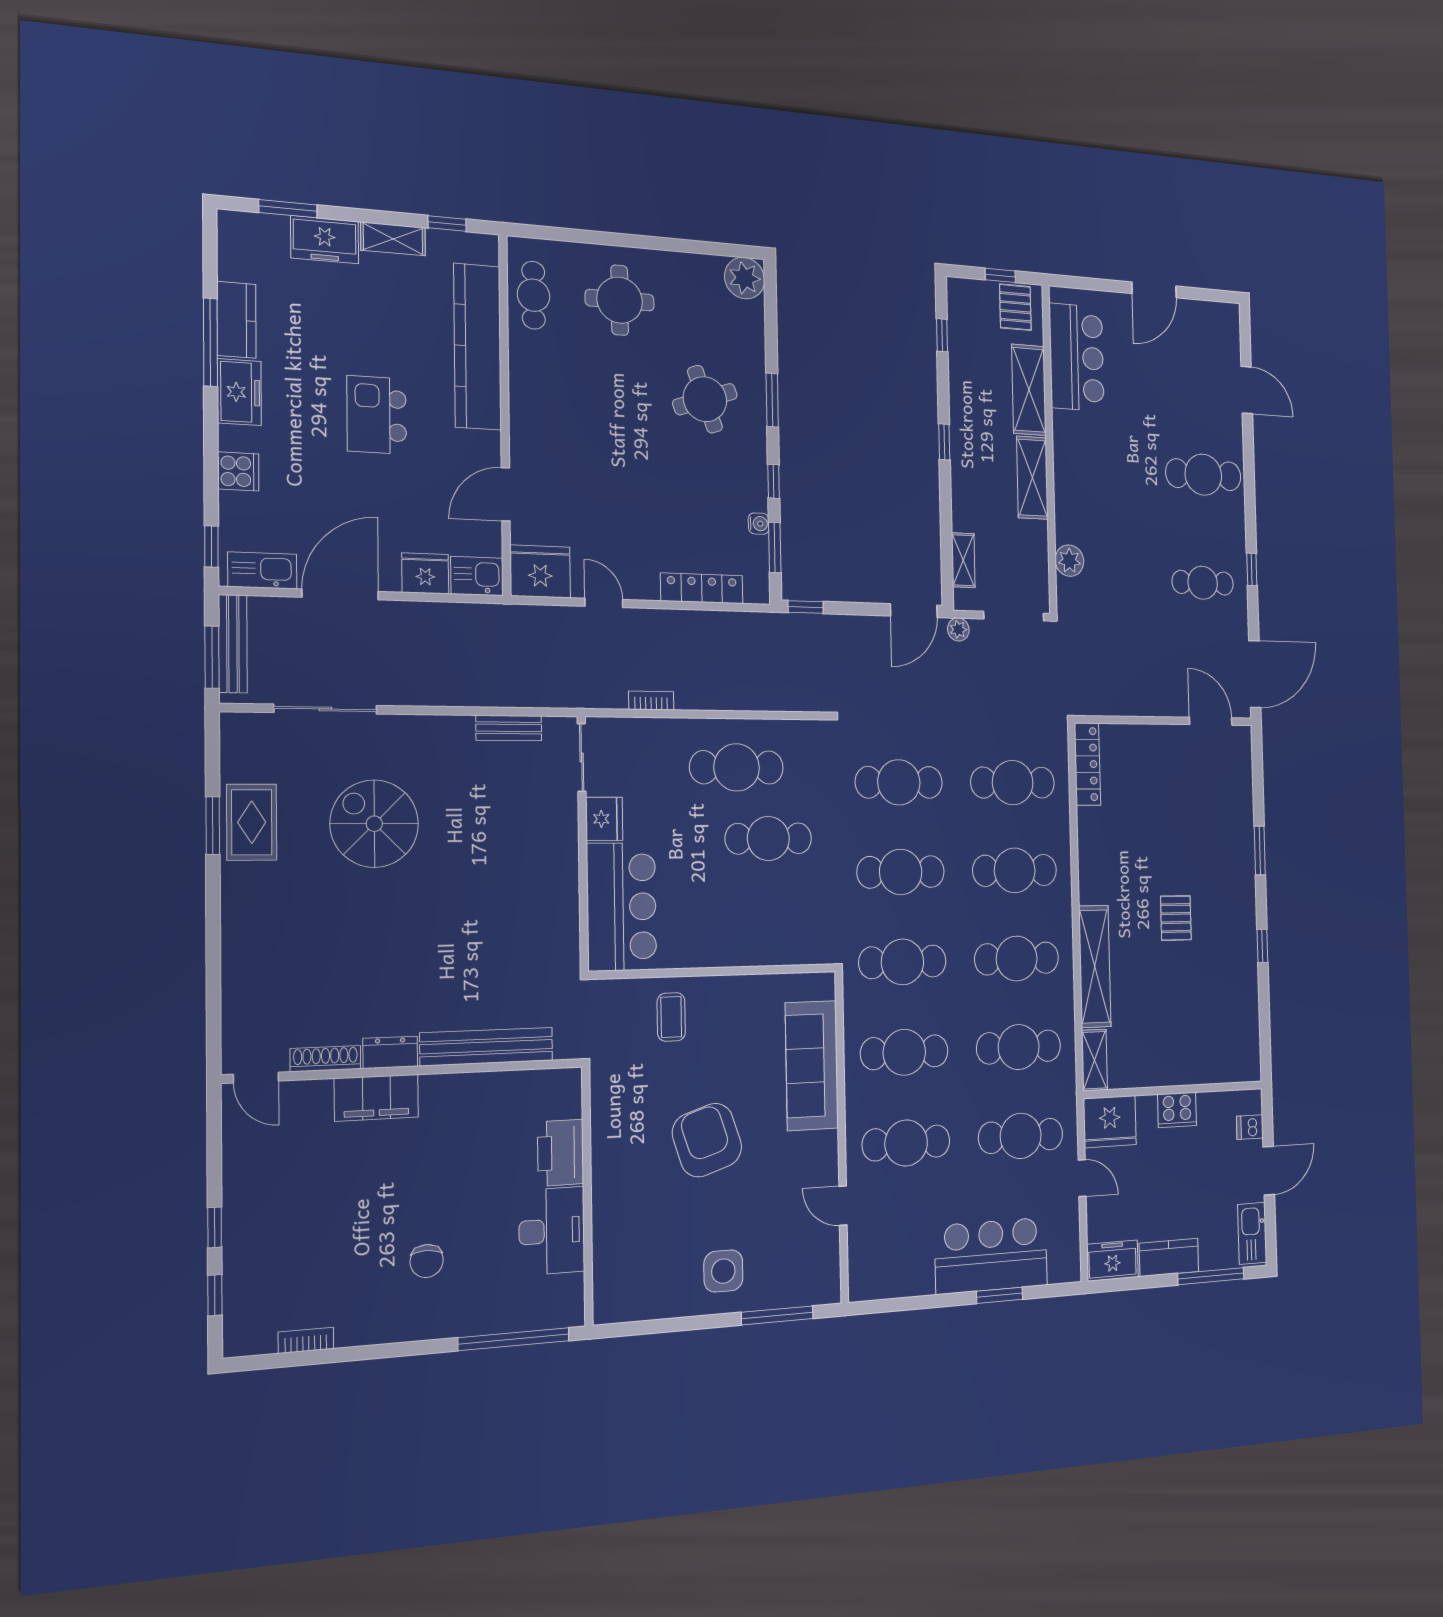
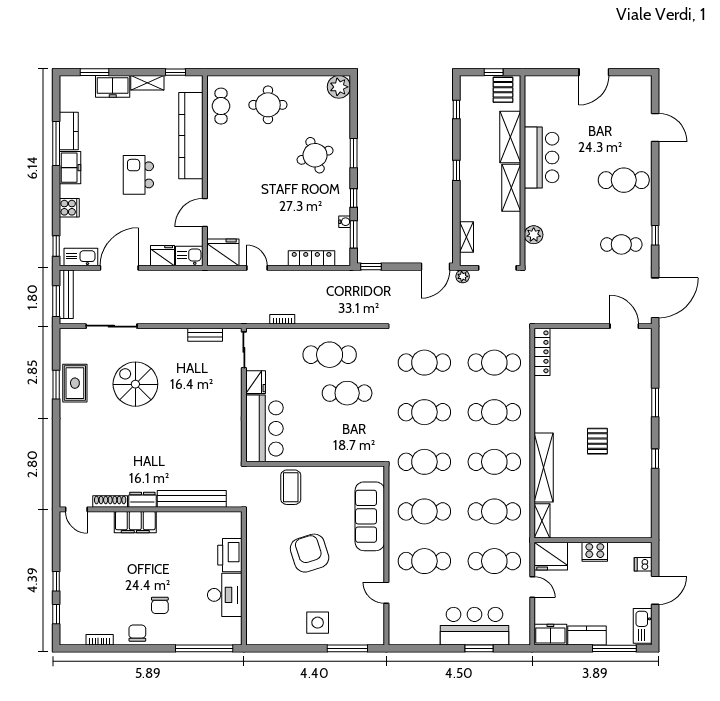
bar counter: (1077, 357) -> (542, 157), moved
coffee table: (671, 1017) -> (291, 487), width x1.36, depth x1.30
chair: (382, 1320) -> (137, 633), added

